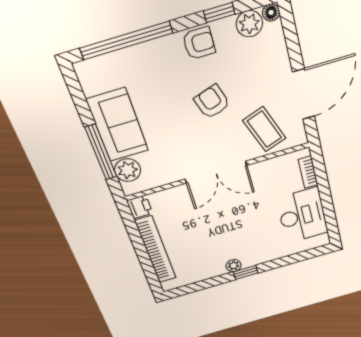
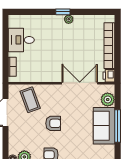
armchair: (212, 102) -> (53, 123), turned -72
window: (101, 152) -> (118, 126), moved
double door: (216, 172) -> (80, 83), moved
desk: (302, 216) -> (21, 40), width x0.73

